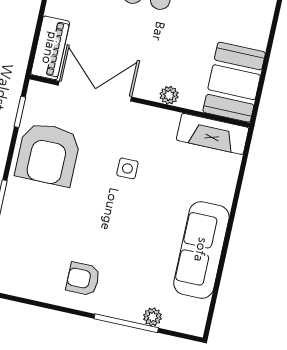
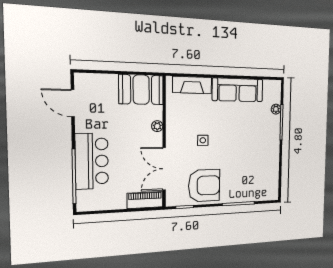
fireplace: (213, 134) -> (192, 85), moved, turned 90
armchair: (83, 279) -> (264, 150), removed

